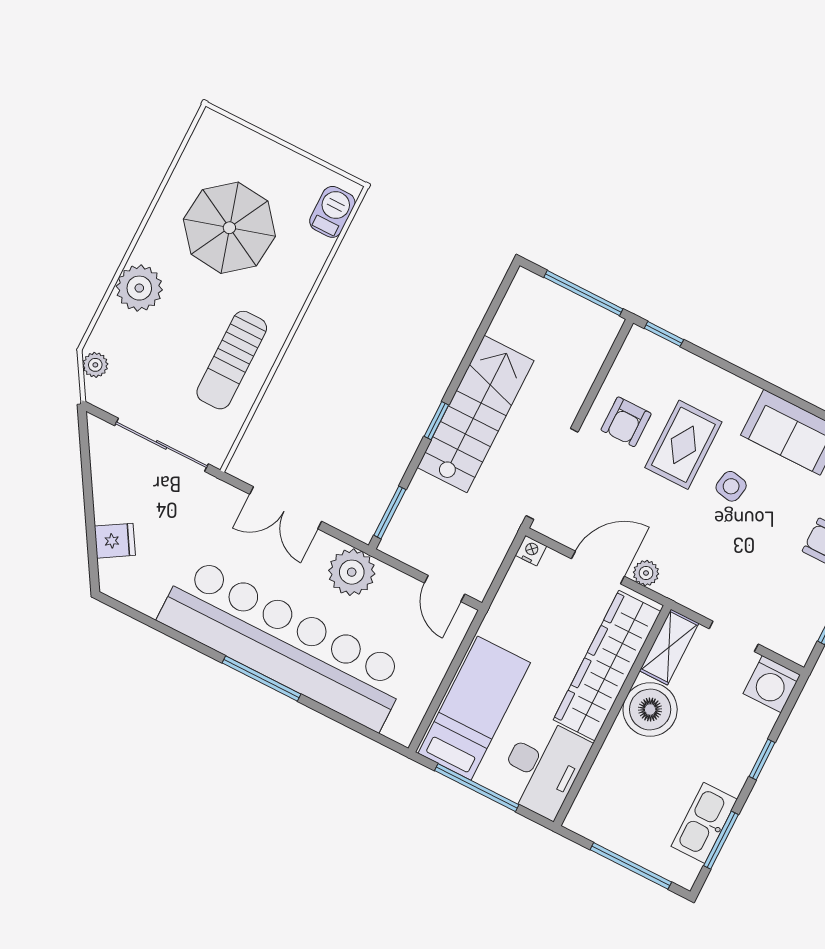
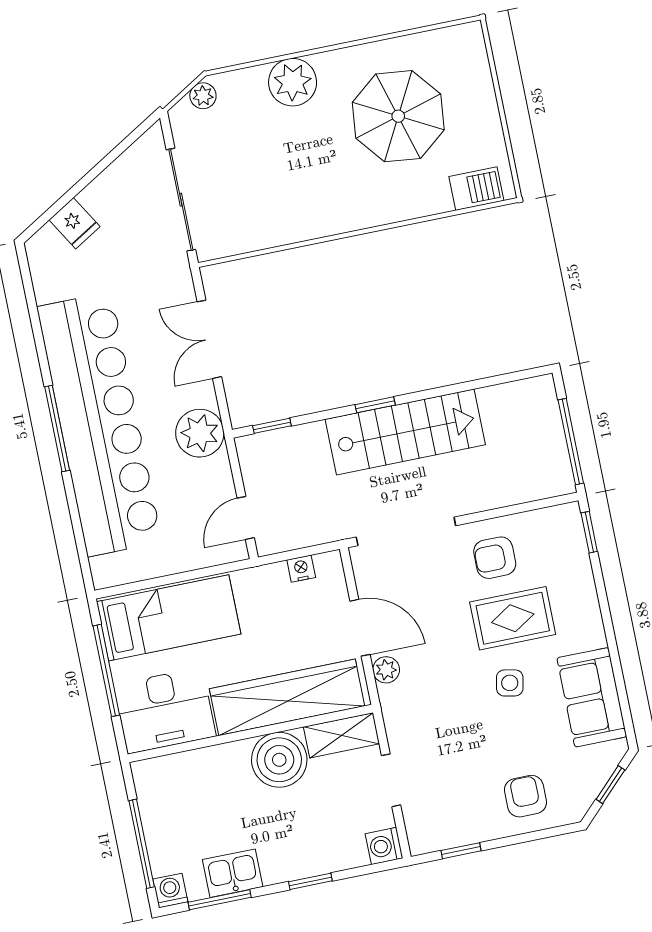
sun lounger: (232, 360) -> (294, 202), removed
window: (390, 512) -> (272, 426), width x0.67
nightstand: (531, 551) -> (301, 569), moved, turned -90
washing machine: (772, 684) -> (384, 846), width x0.73, depth x0.73
kitchen sink: (704, 823) -> (233, 873), width x0.73
washing machine: (684, 872) -> (170, 891), added

